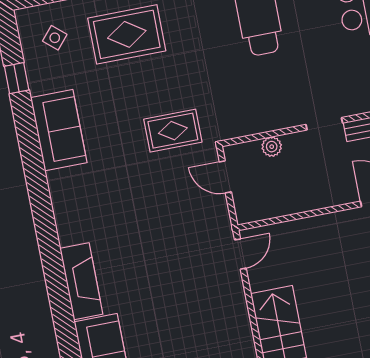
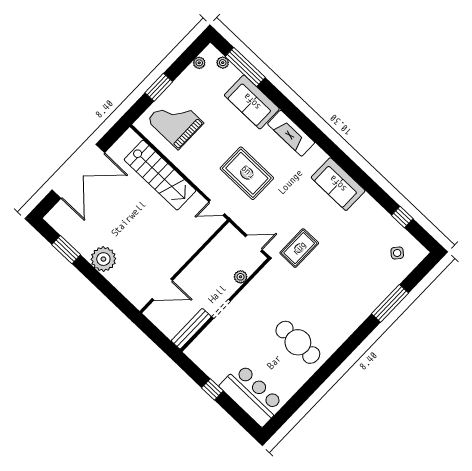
rug: (127, 34) -> (247, 173), moved, turned 90
sofa: (59, 130) -> (338, 184), moved
door: (240, 254) -> (217, 208), hinge flipped

